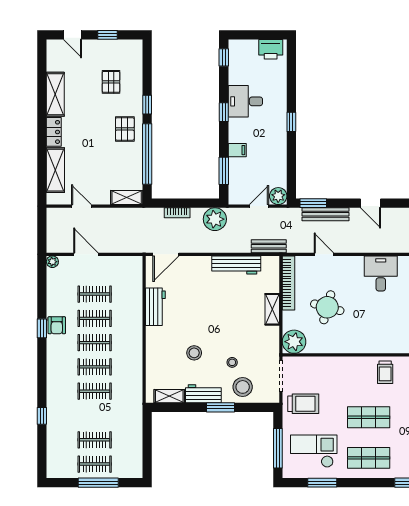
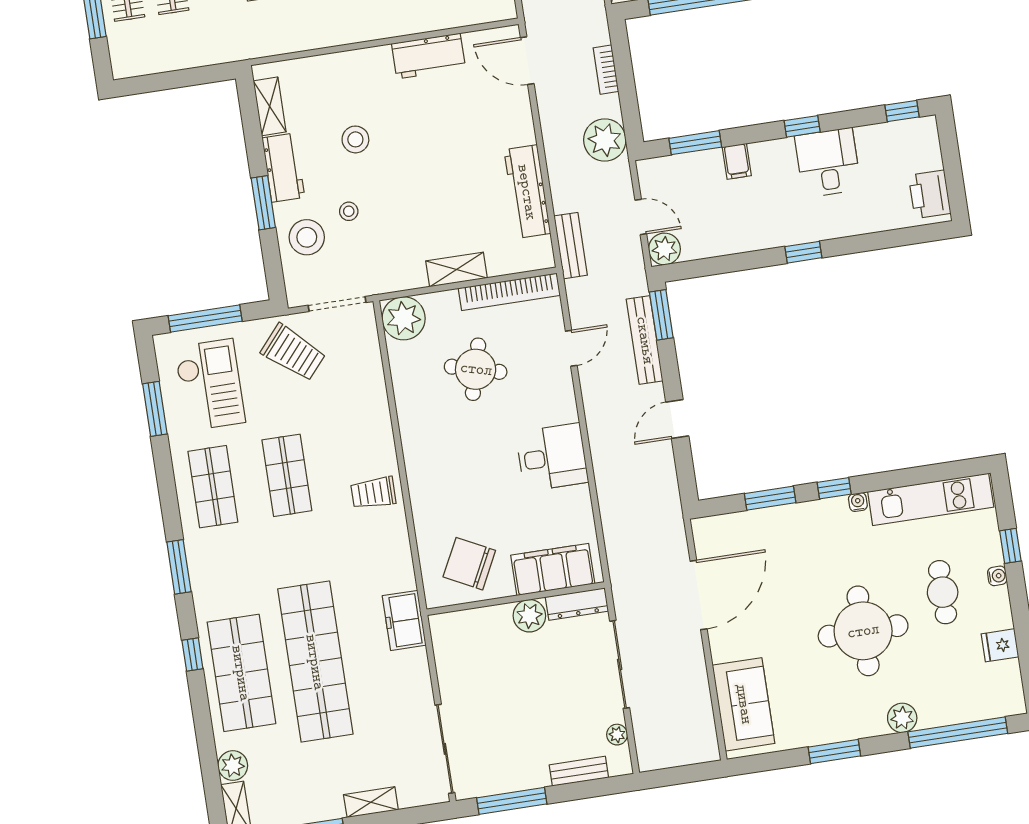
trolley: (303, 404) -> (293, 352), turned -49

